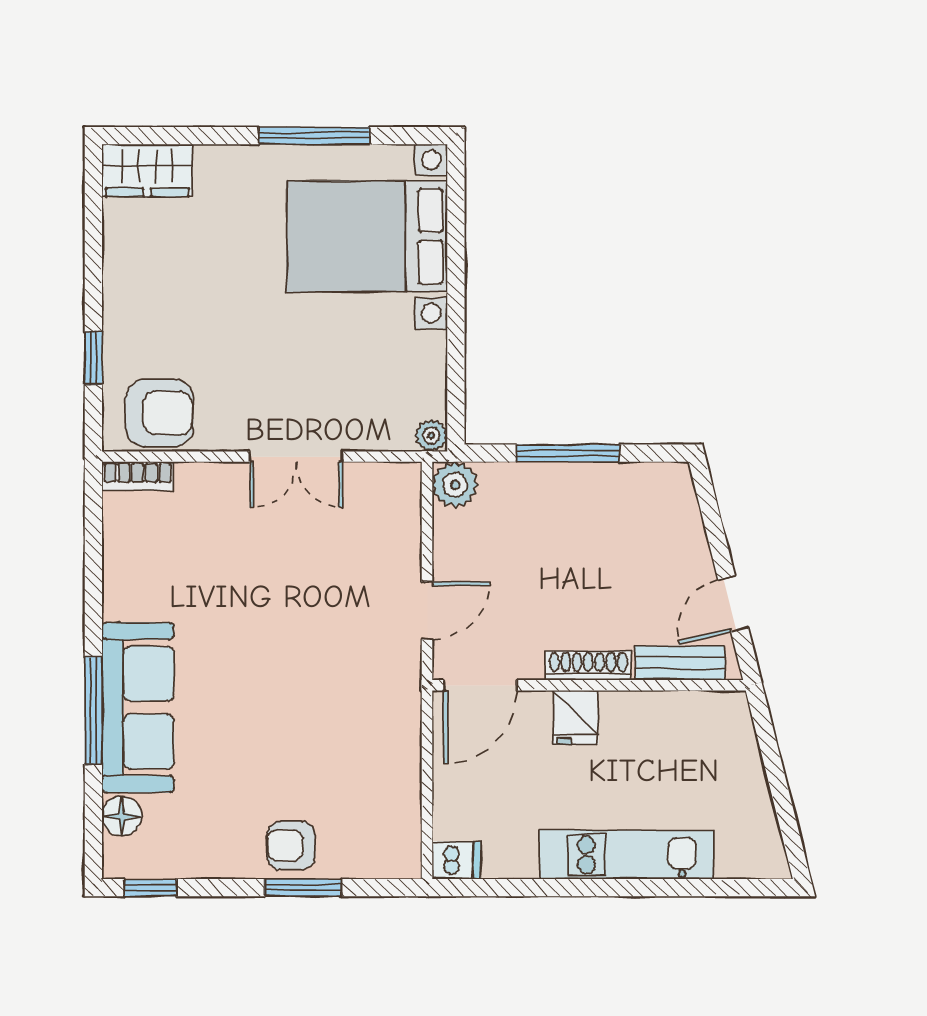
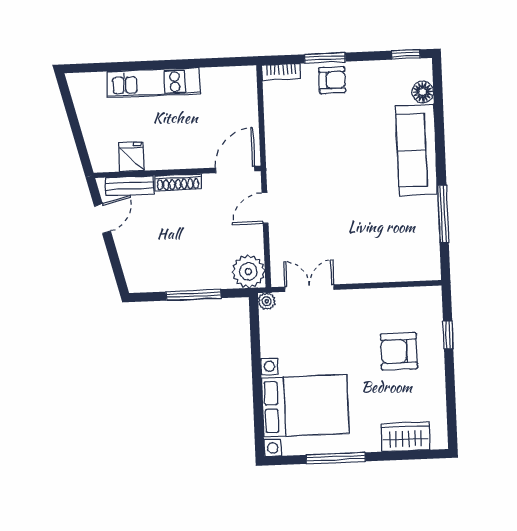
wardrobe: (147, 170) -> (406, 437), moved
armchair: (159, 413) -> (399, 351), moved
double door: (296, 457) -> (309, 288), moved
bookcase: (138, 476) -> (281, 72), moved, turned 180
plant: (455, 485) -> (248, 271), width x1.36, depth x1.36
window: (93, 710) -> (443, 214), moved
fridge: (576, 717) -> (131, 157), moved
dishwasher: (456, 860) -> (244, 76), removed

